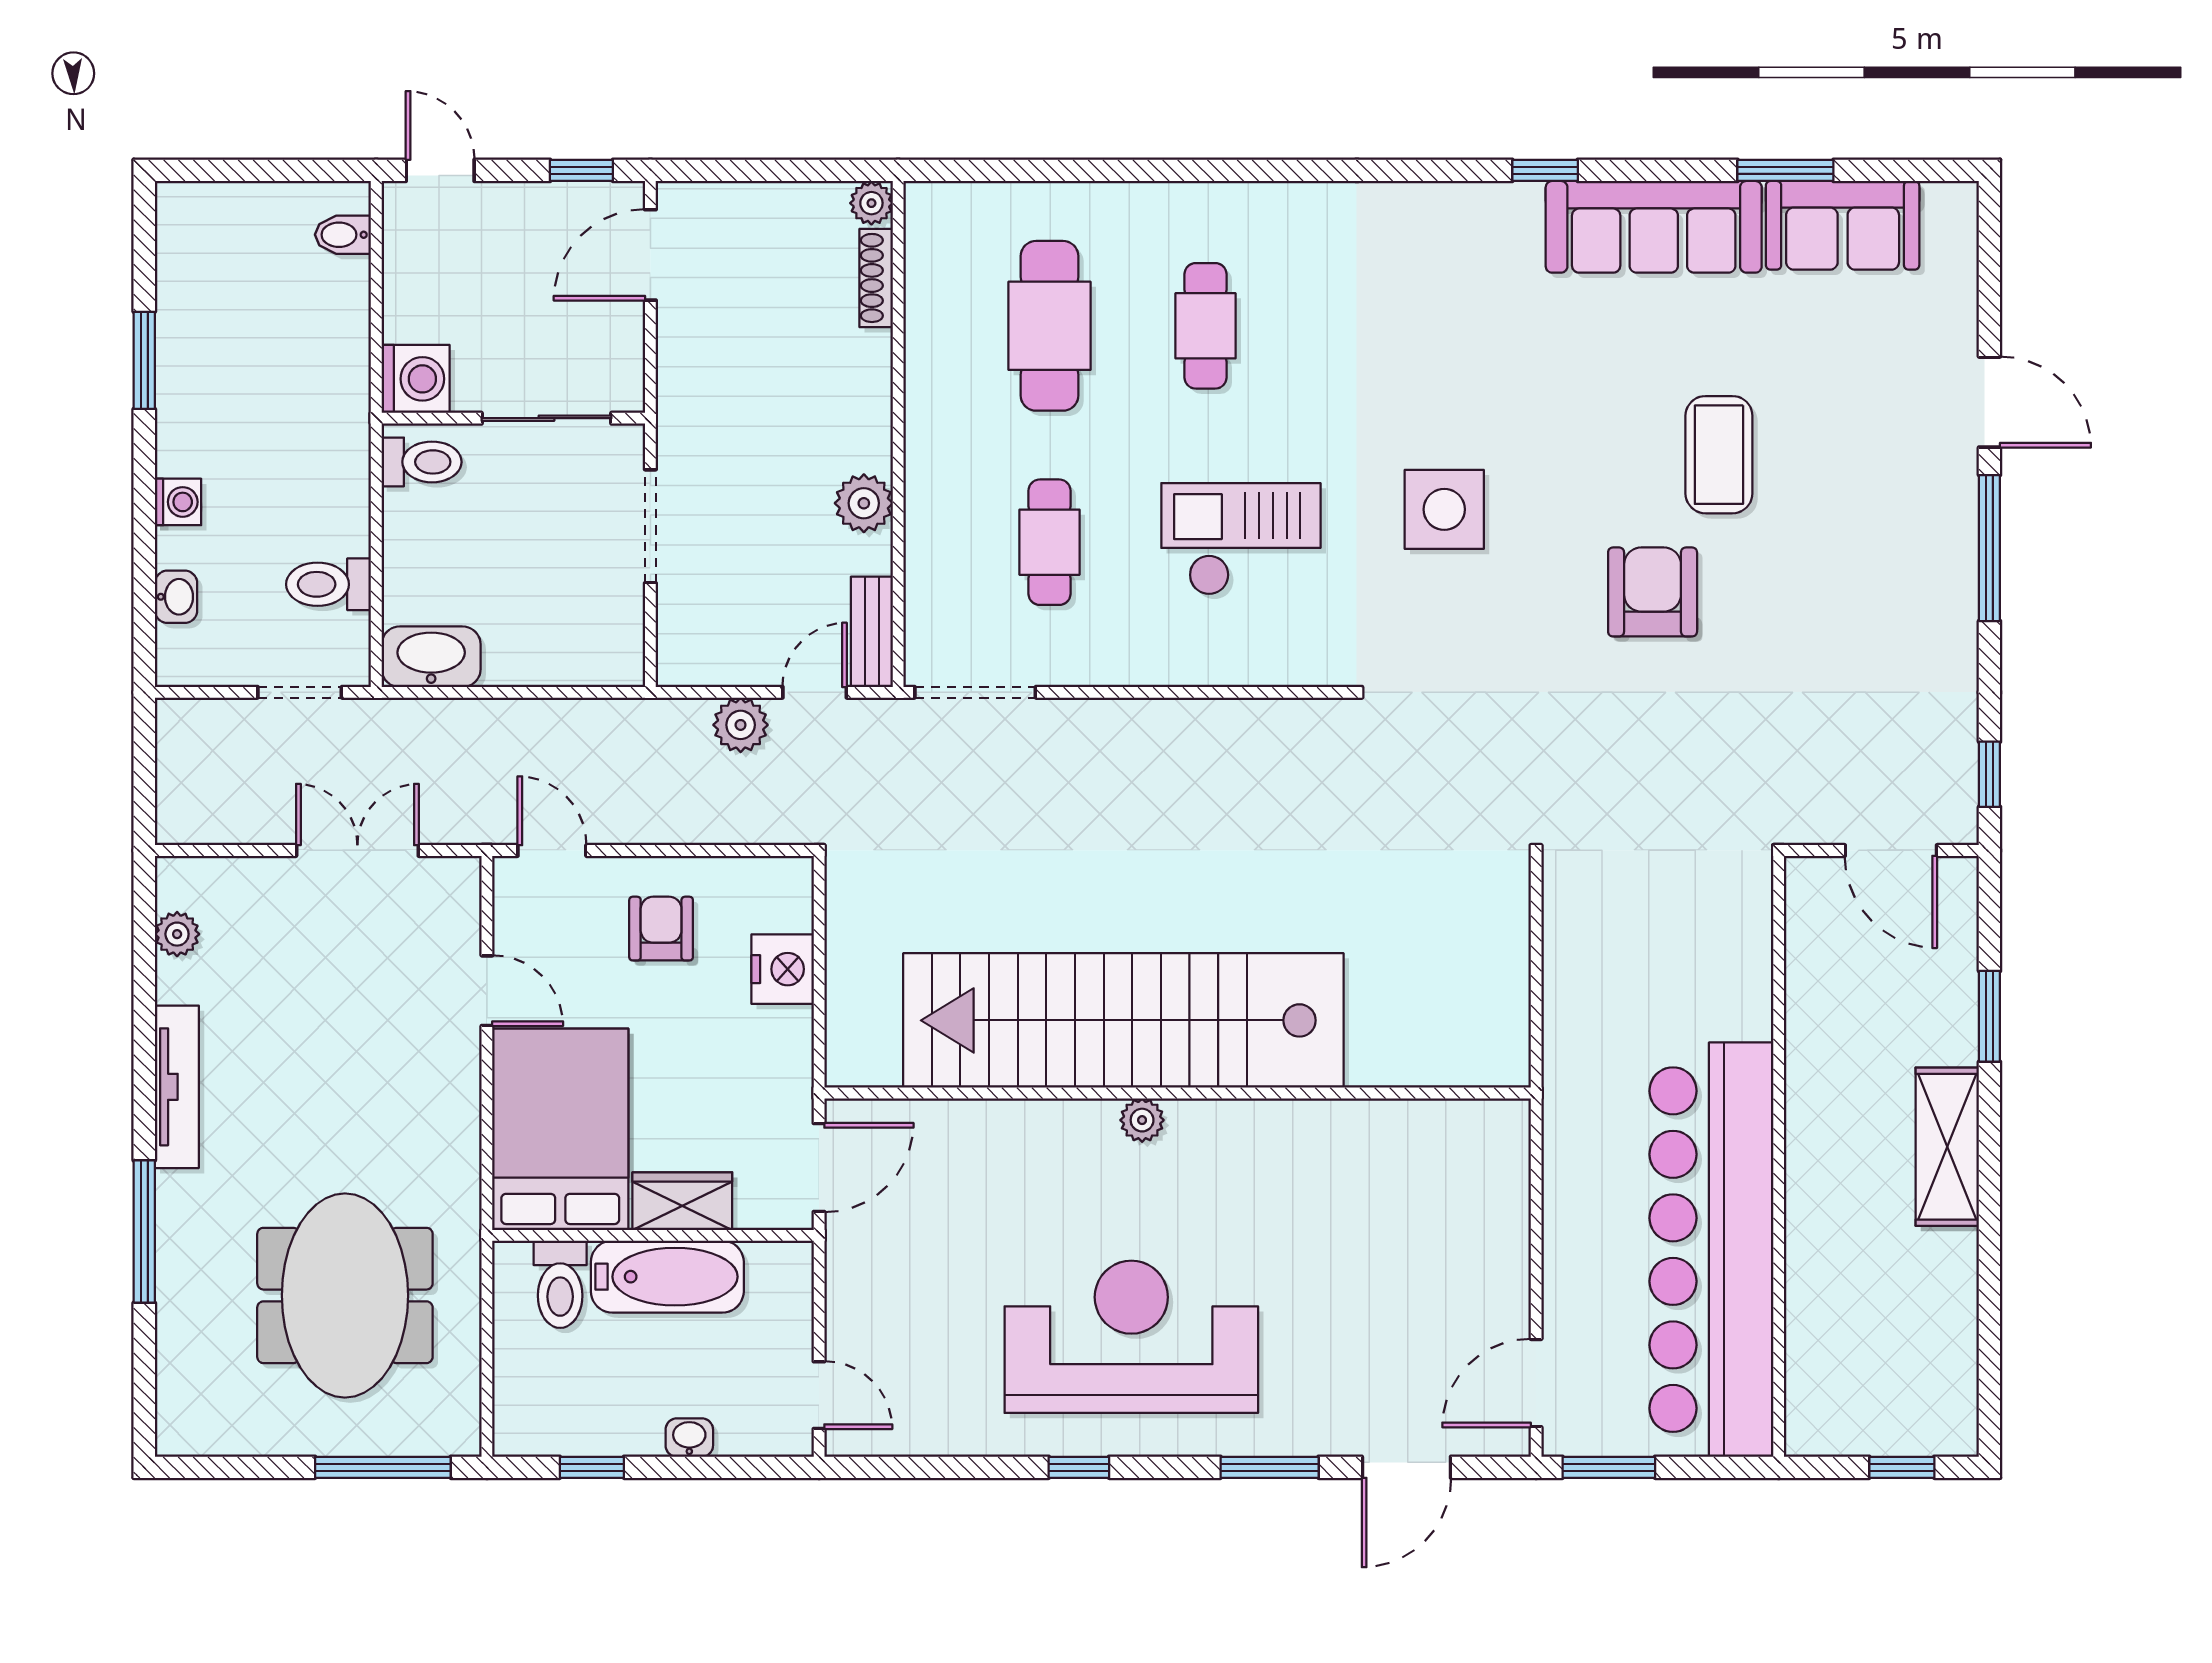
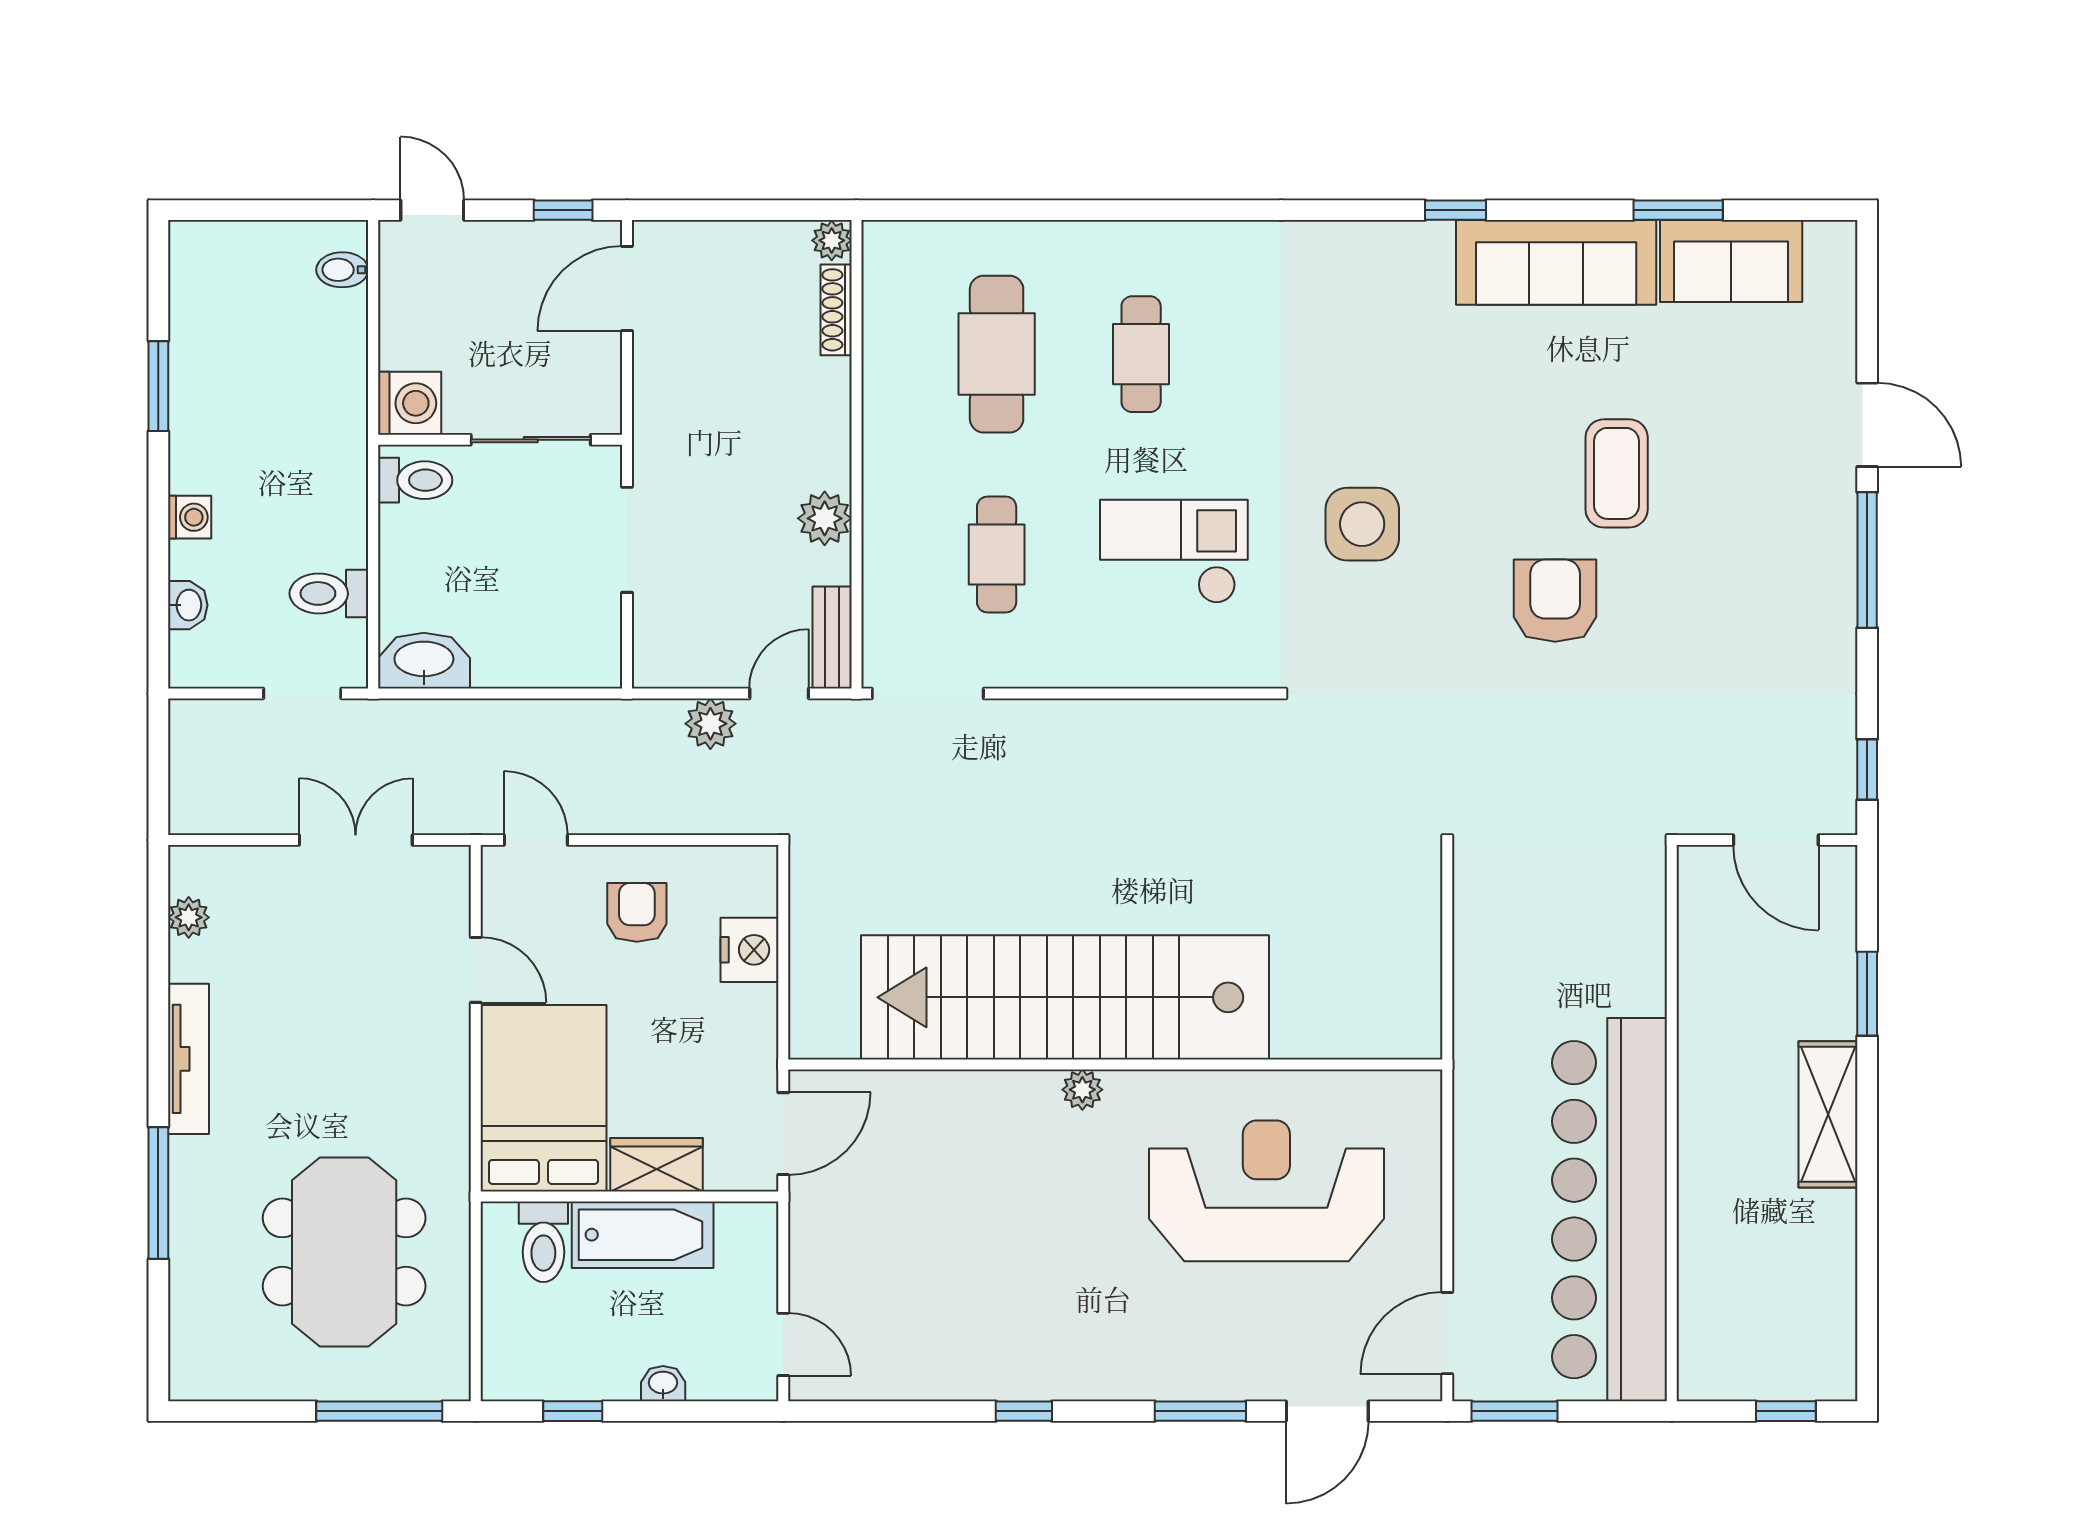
reception desk: (1131, 1337) -> (1266, 1191), moved

